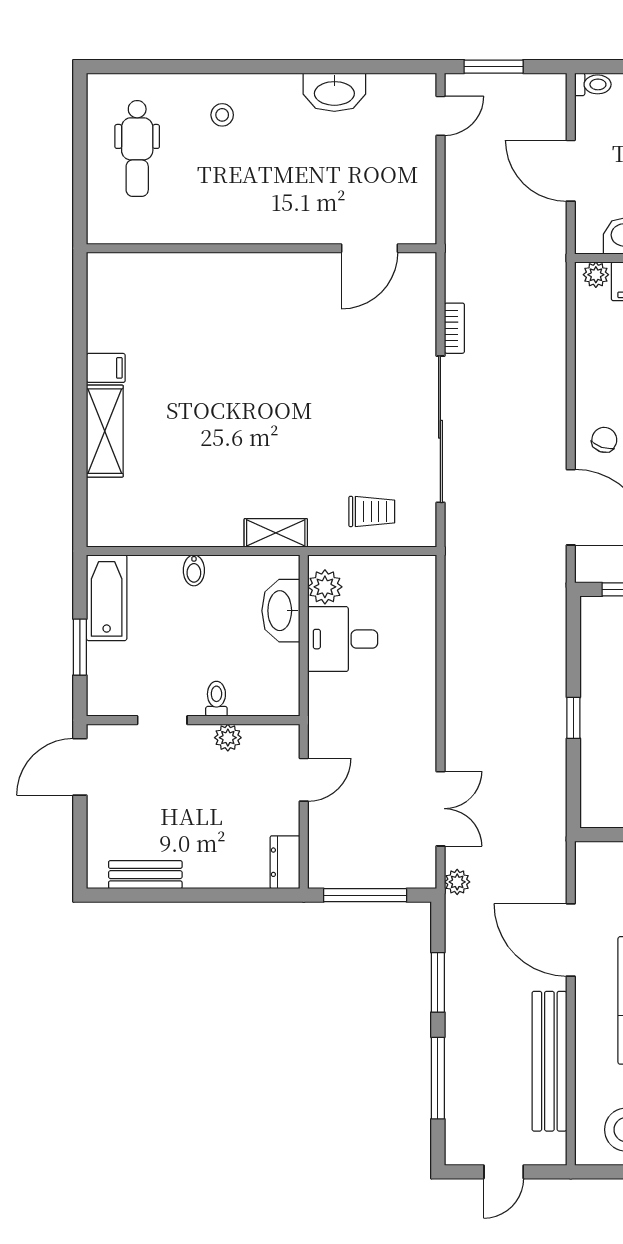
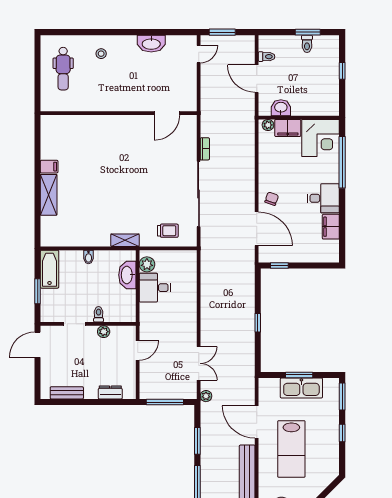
toilet: (593, 84) -> (267, 57), moved
dresser: (285, 862) -> (110, 392), moved, turned 90

